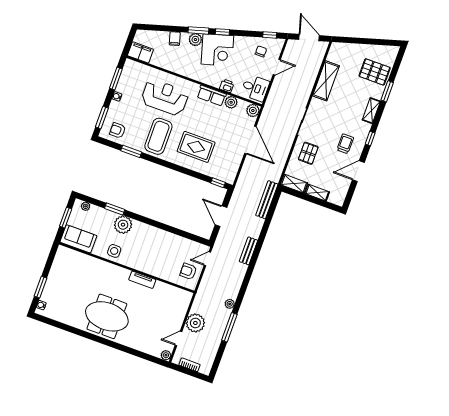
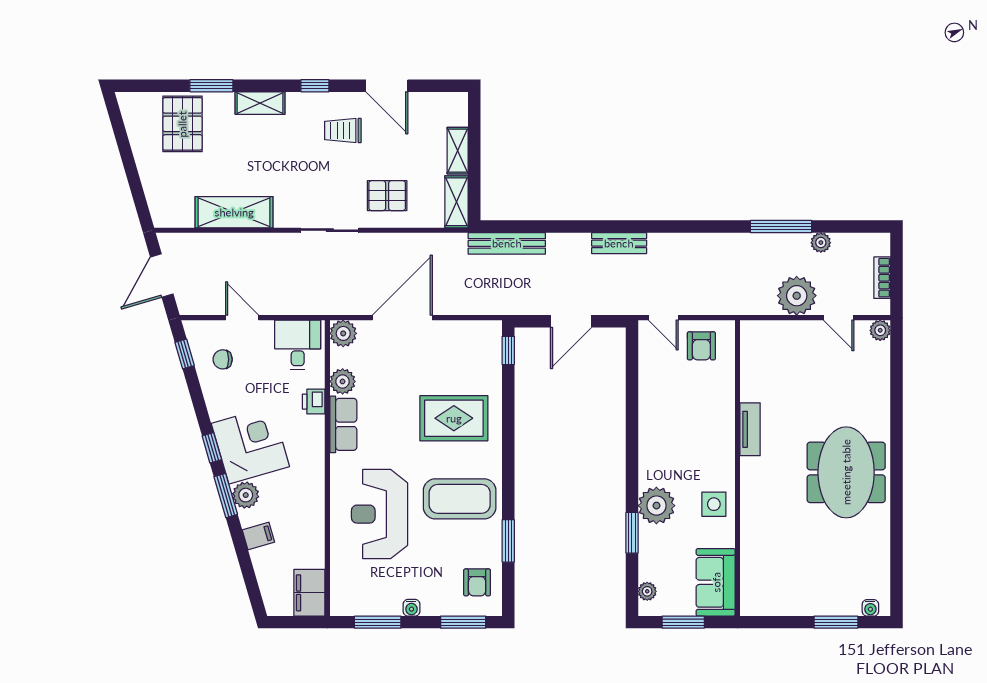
rug: (196, 147) -> (454, 418), turned 90
plant: (230, 304) -> (821, 243), moved

